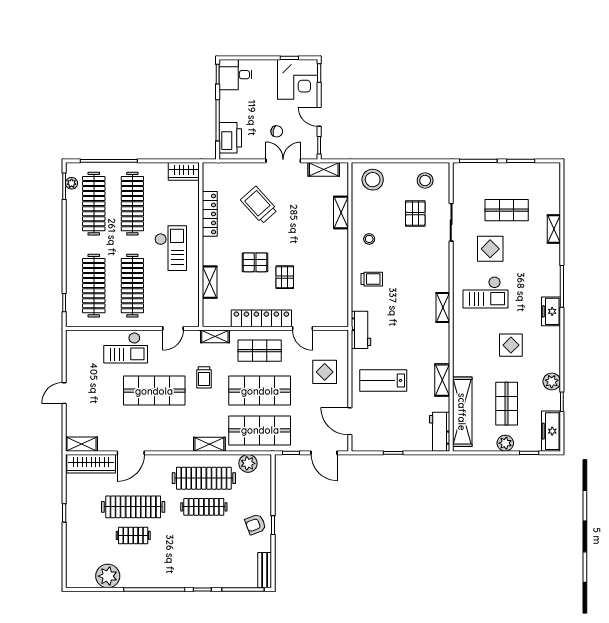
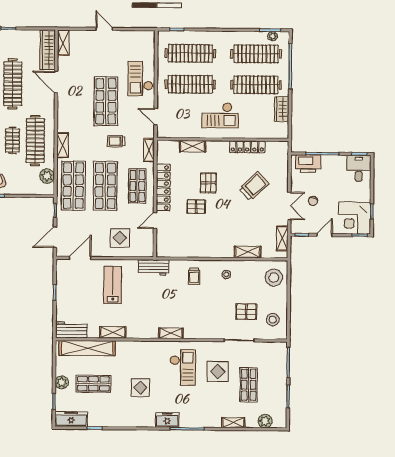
wardrobe: (184, 171) -> (282, 109), moved
checkout: (486, 292) -> (183, 367), turned 180
plant: (552, 381) -> (265, 421), moved
clothes rail: (204, 507) -> (12, 140), width x0.73

